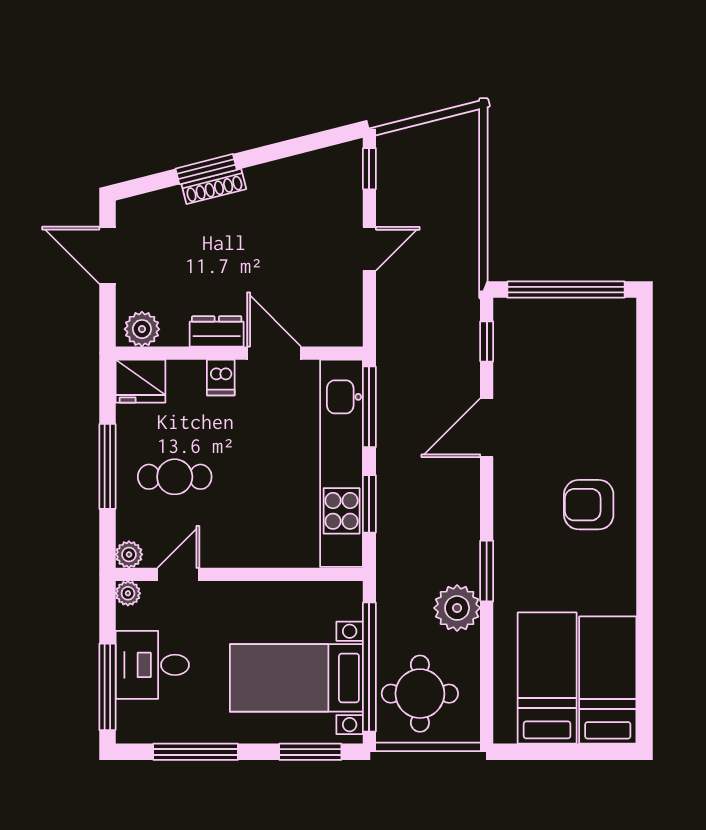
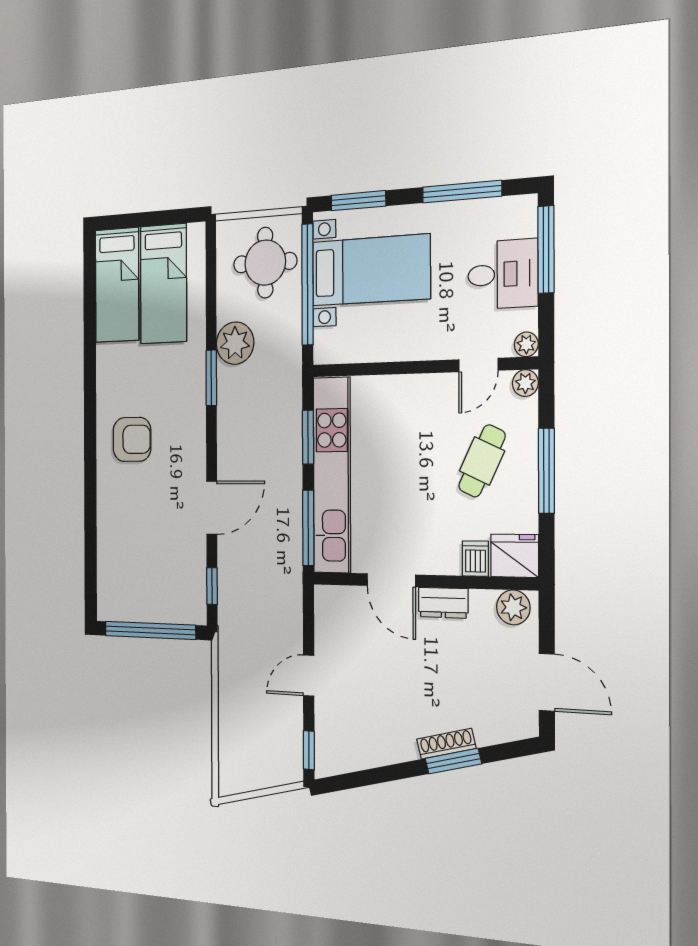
dishwasher: (221, 377) -> (475, 559), moved
cafe table: (175, 477) -> (482, 461), turned -65

